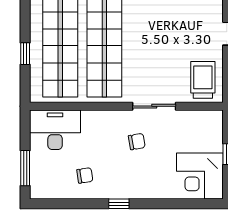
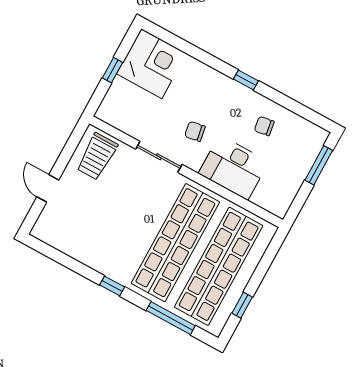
window: (25, 54) -> (242, 305), moved
desk: (55, 130) -> (233, 168), moved

